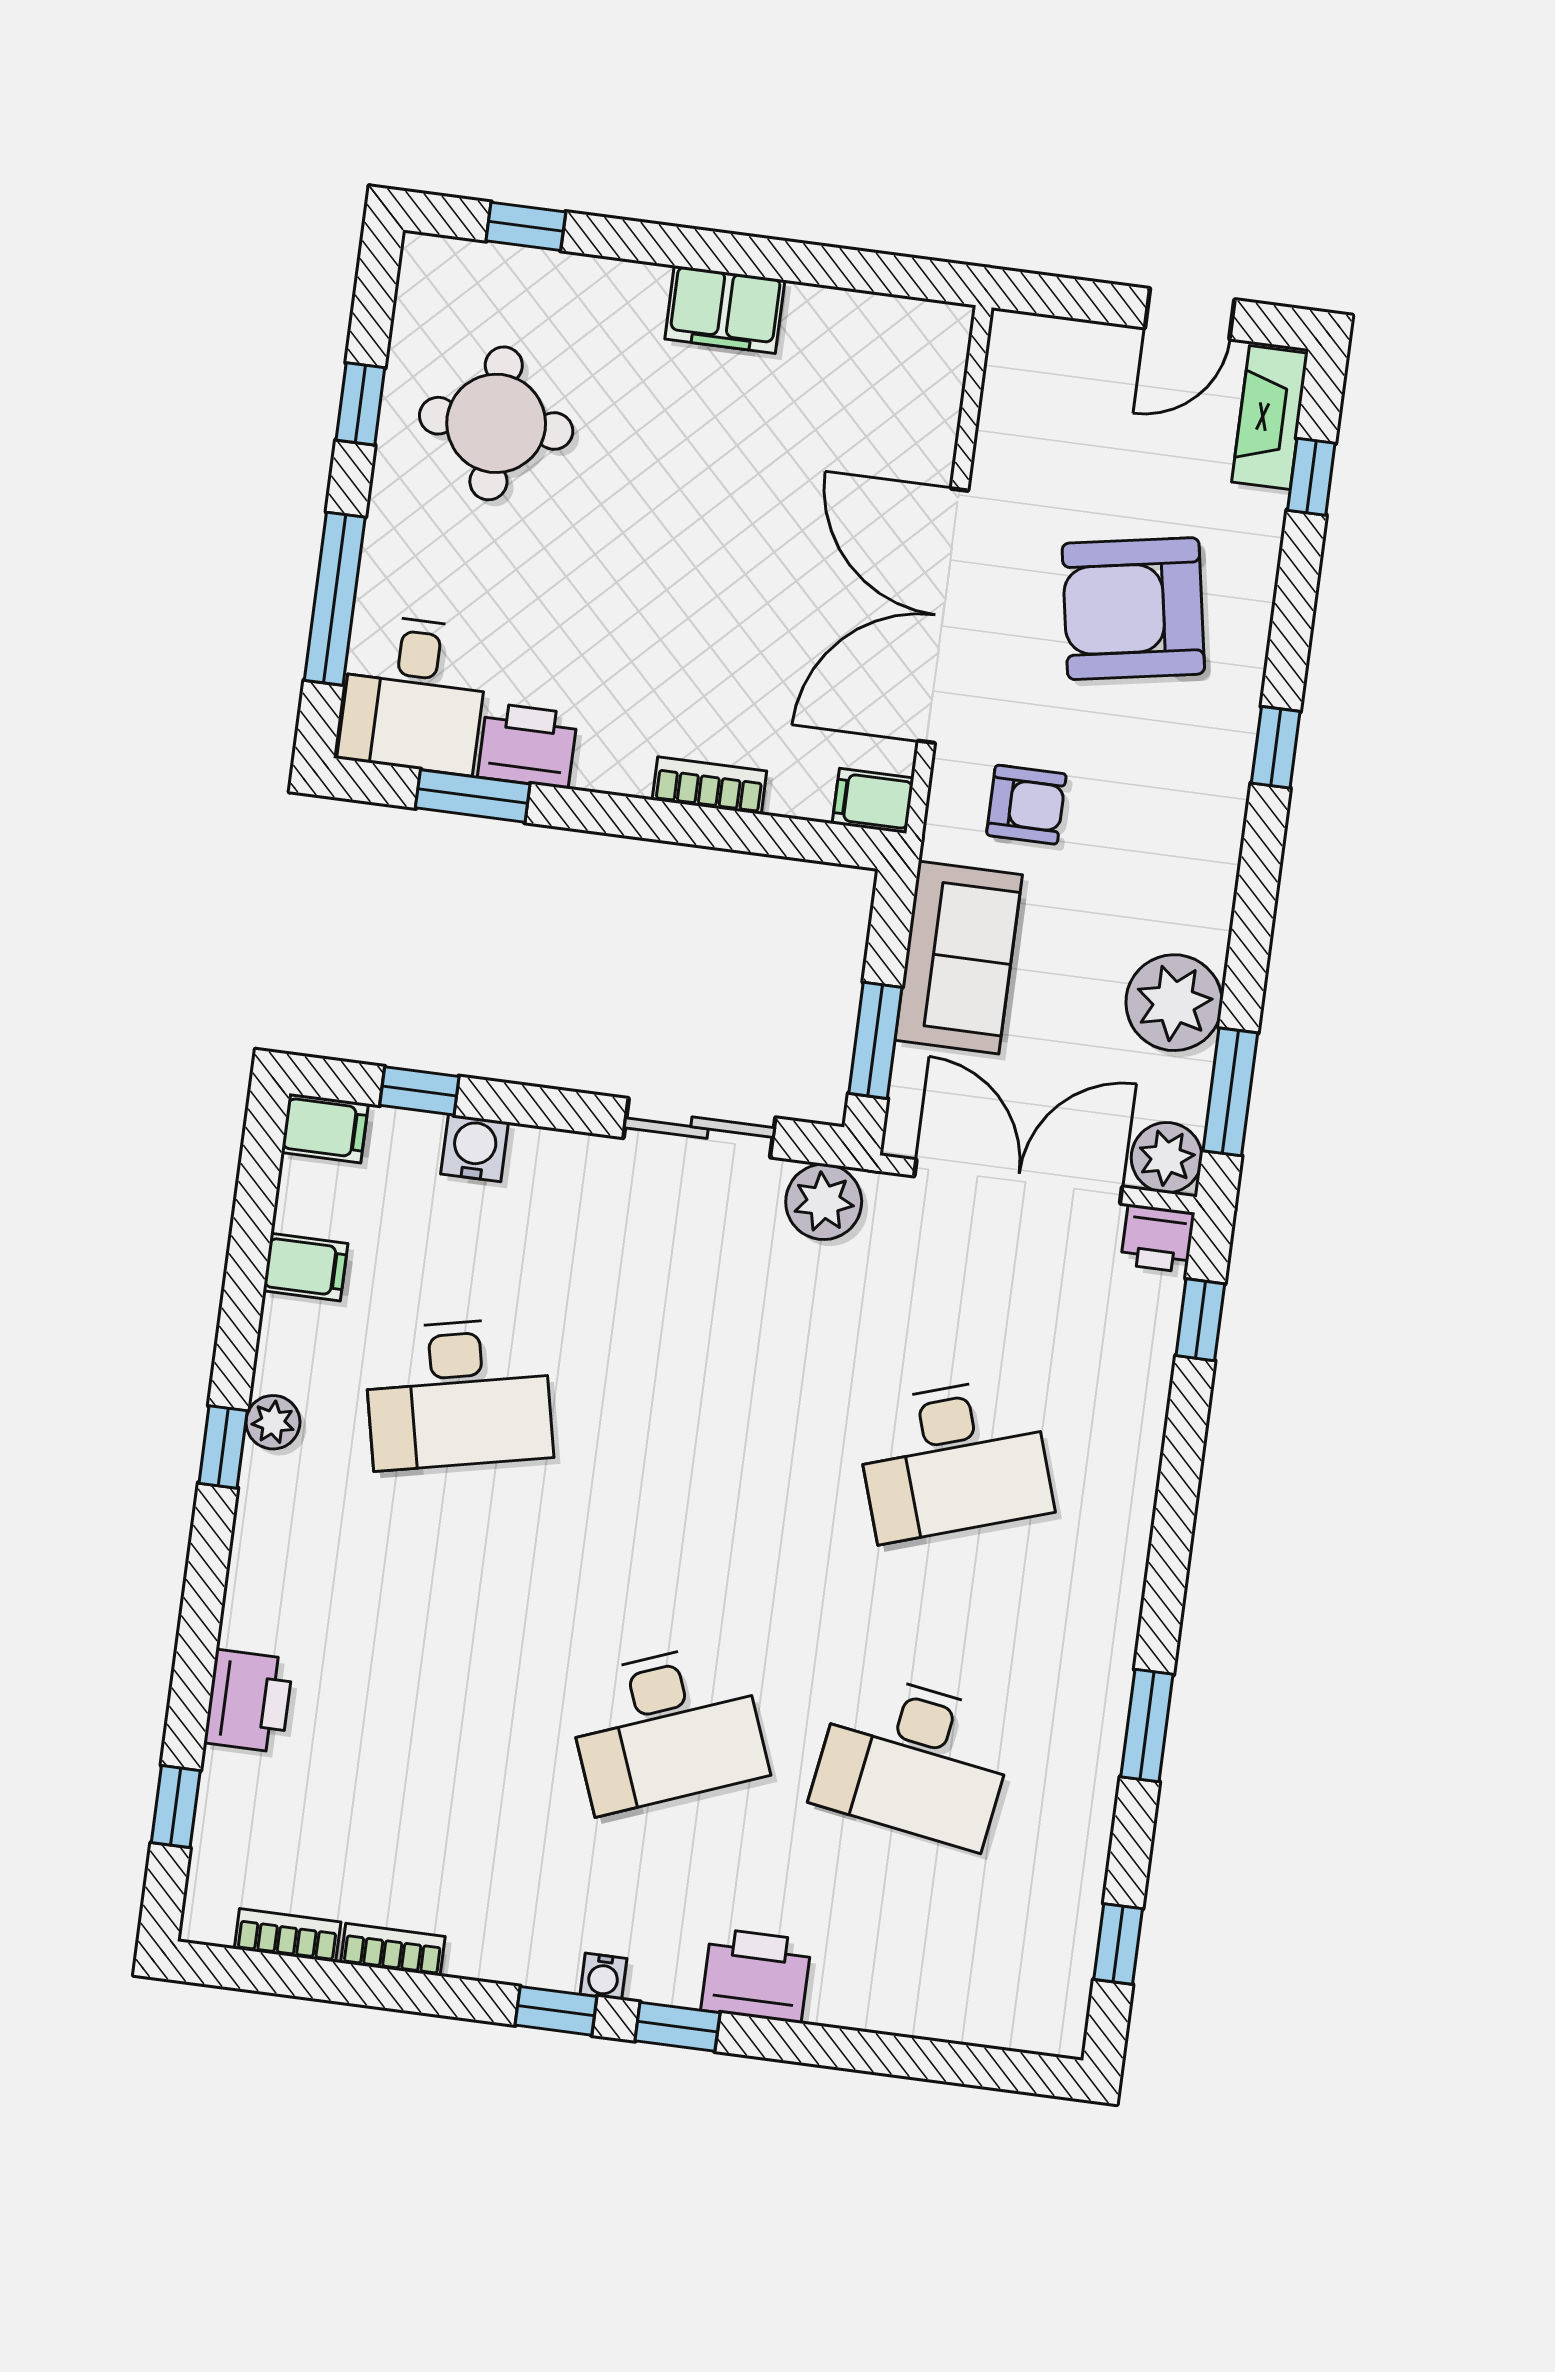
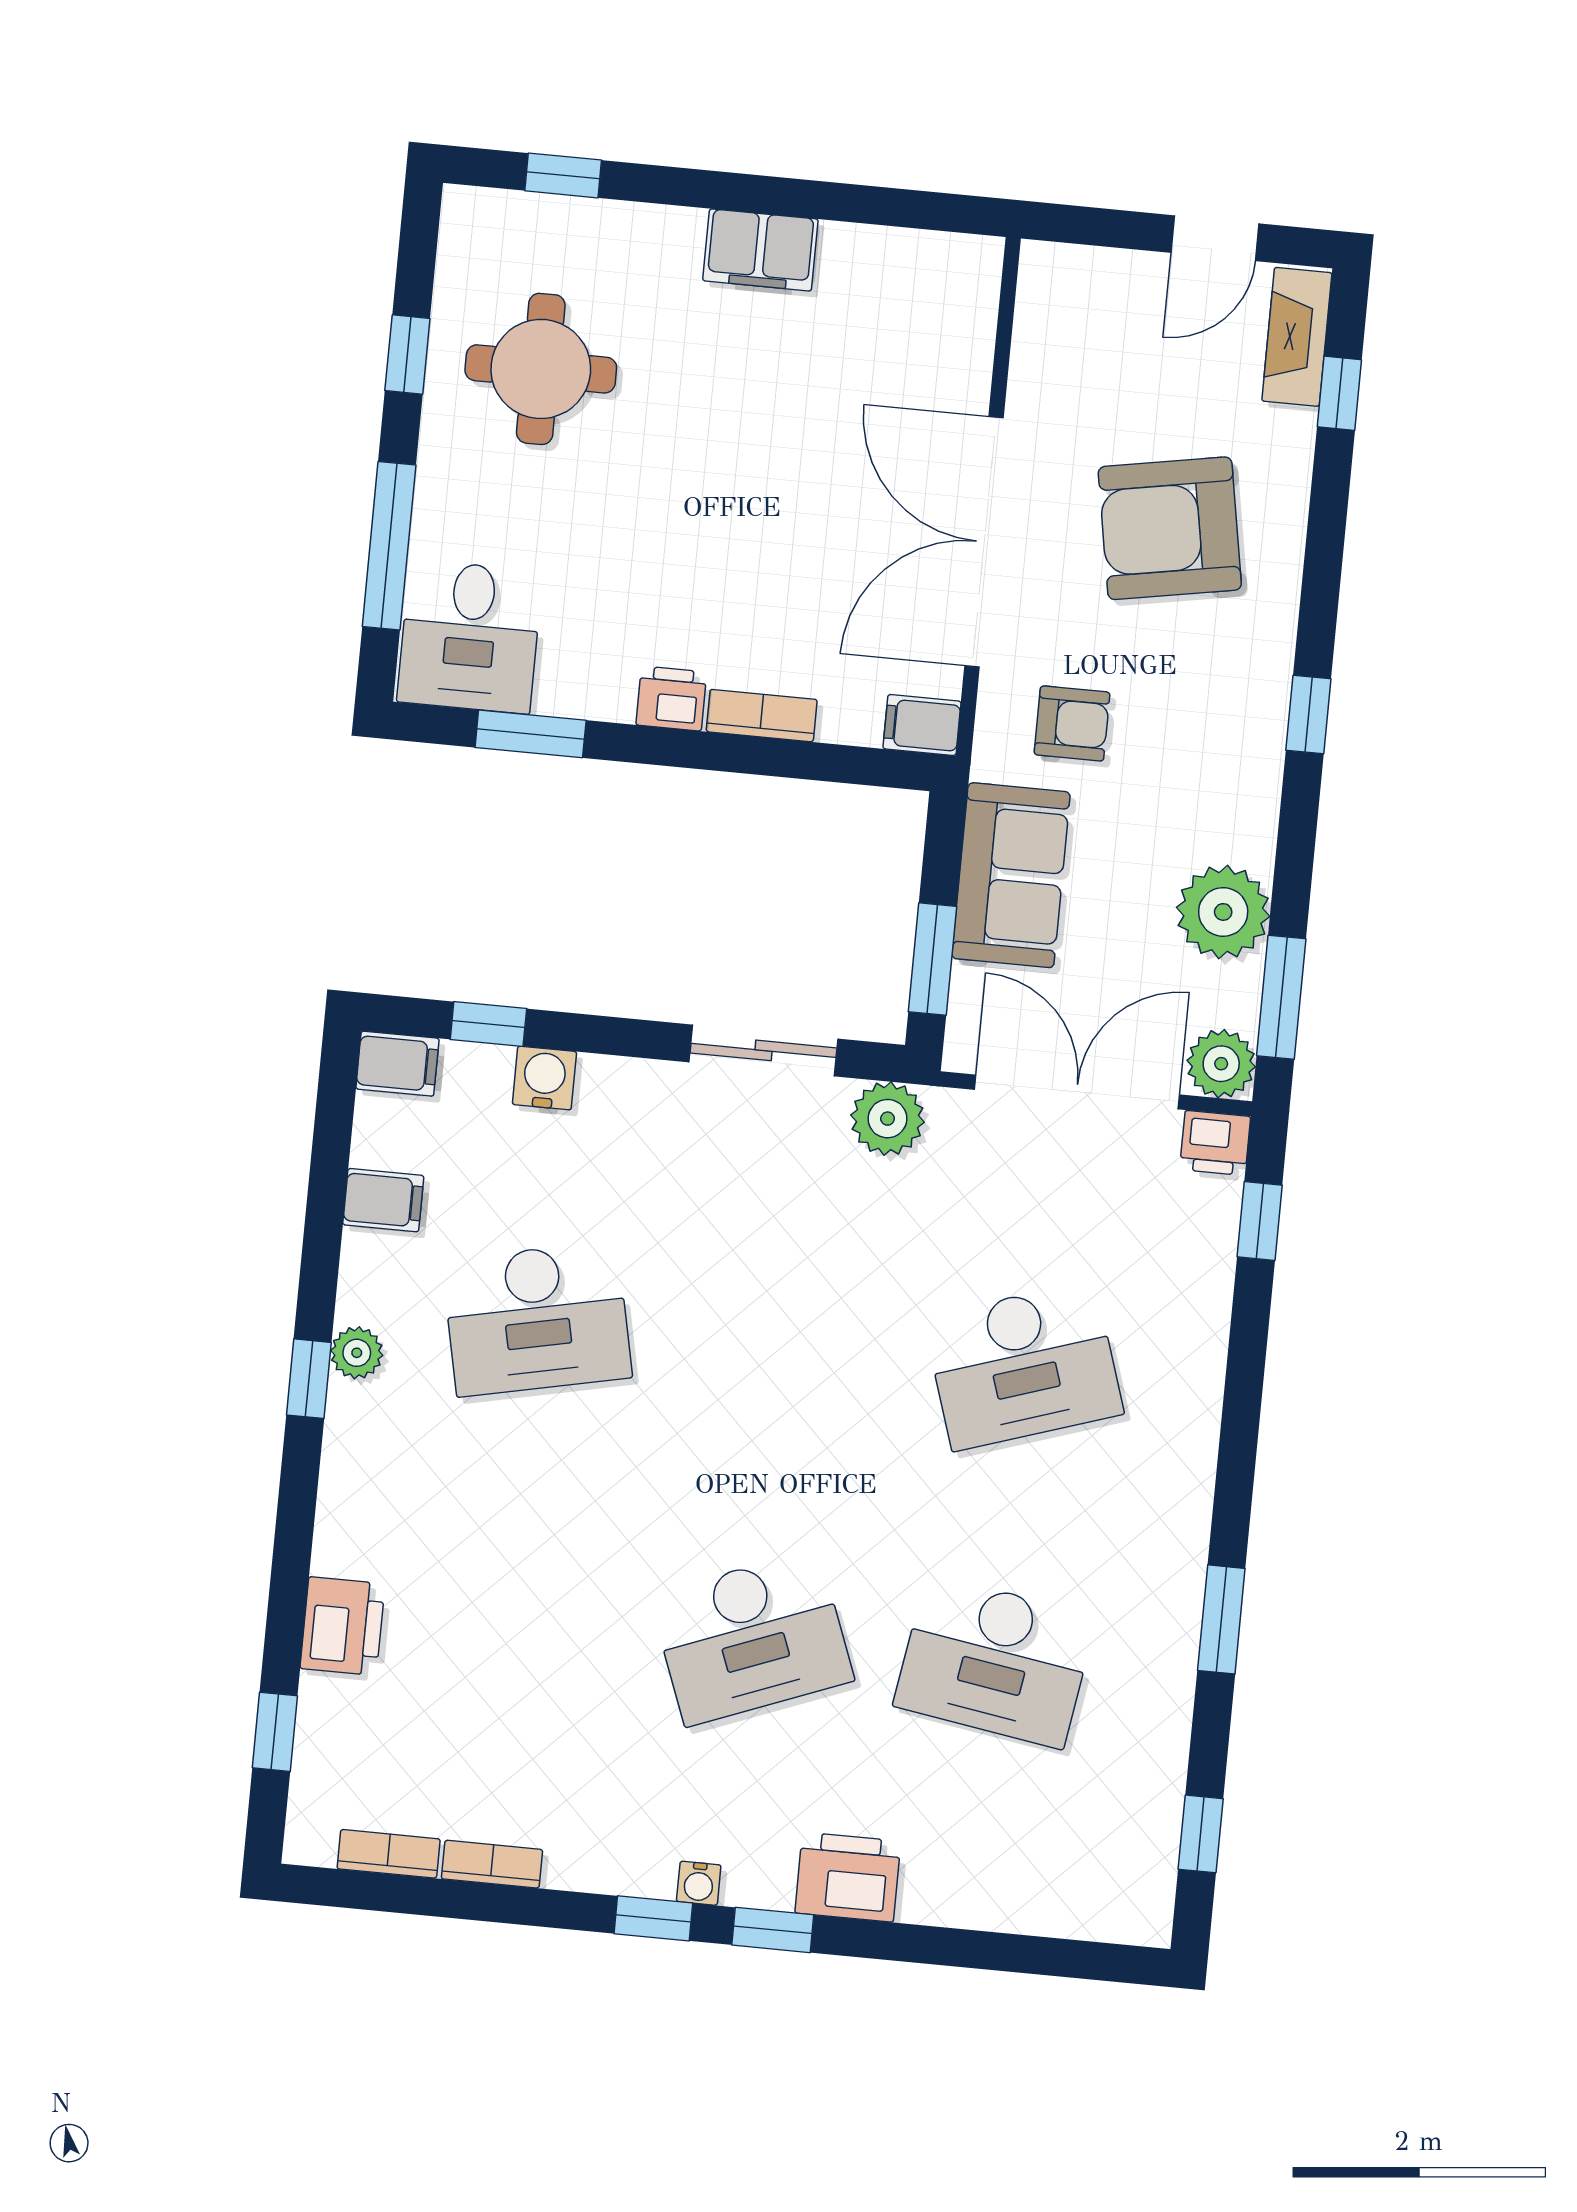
printer: (528, 746) -> (671, 698), moved, width x0.73, depth x0.81
window: (1276, 747) -> (1308, 714), moved

